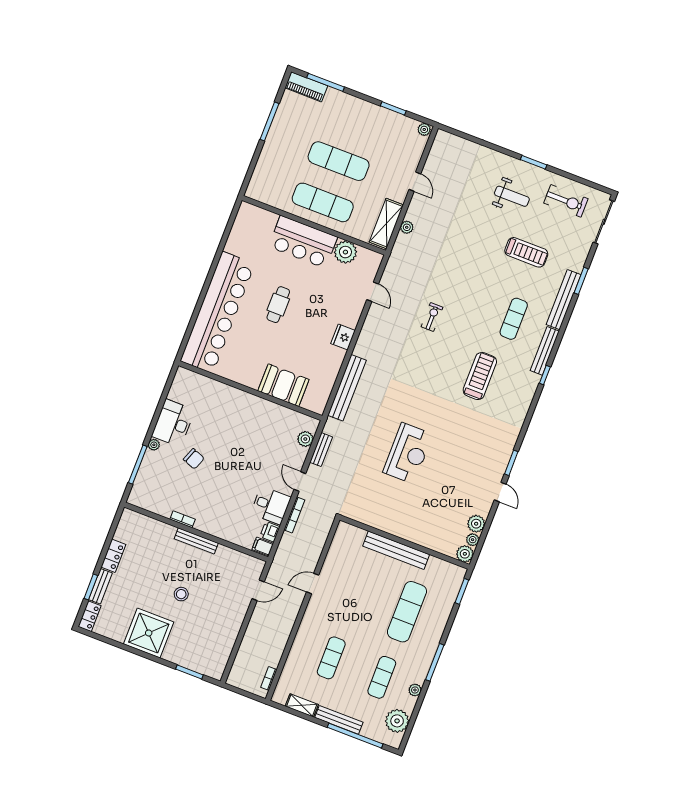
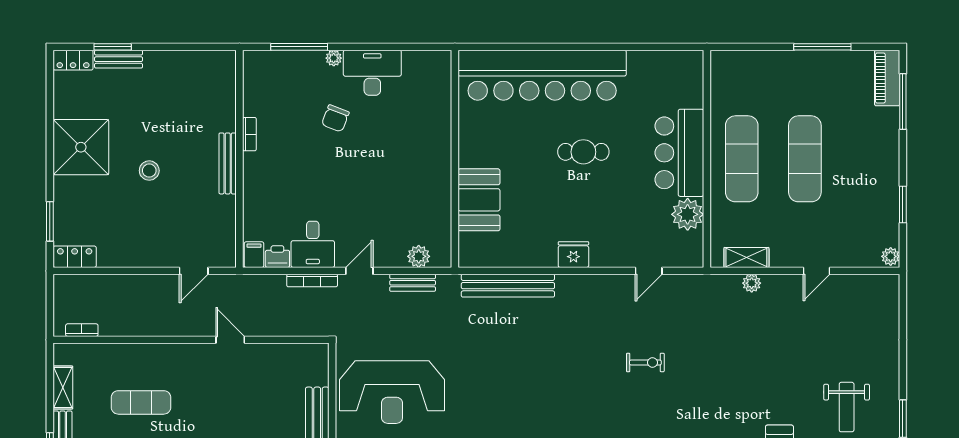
shelving: (386, 223) -> (746, 258), width x0.67, depth x0.75
reception desk: (408, 453) -> (392, 392), moved, width x1.36, depth x1.30
locker: (113, 556) -> (75, 257), moved, turned 180
door: (258, 590) -> (194, 271), hinge flipped

